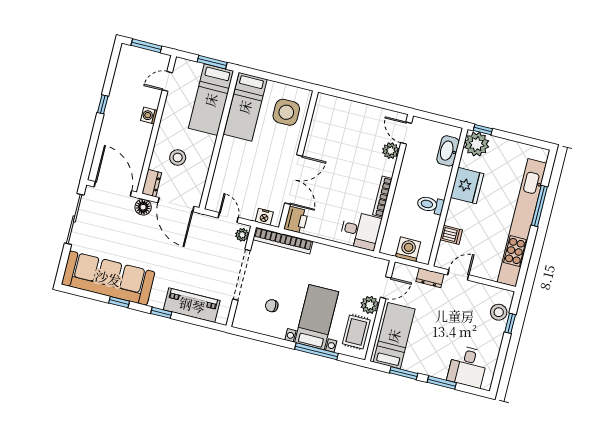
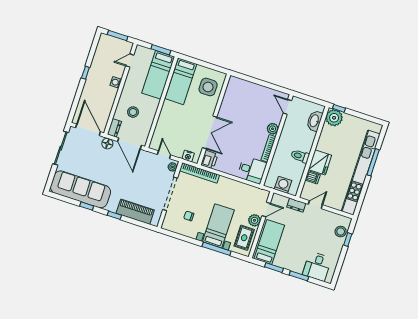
plant: (391, 151) -> (273, 129), moved
fridge: (467, 186) -> (320, 162), moved

